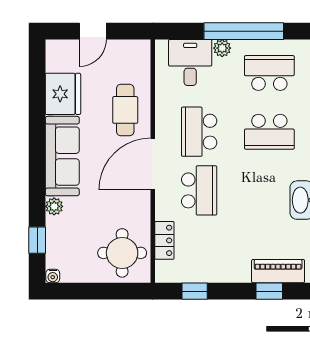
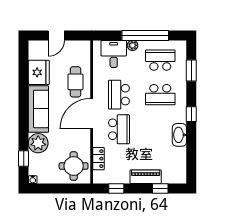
plant: (54, 206) -> (38, 143), width x1.87, depth x1.87
piano: (278, 271) -> (146, 177), moved

